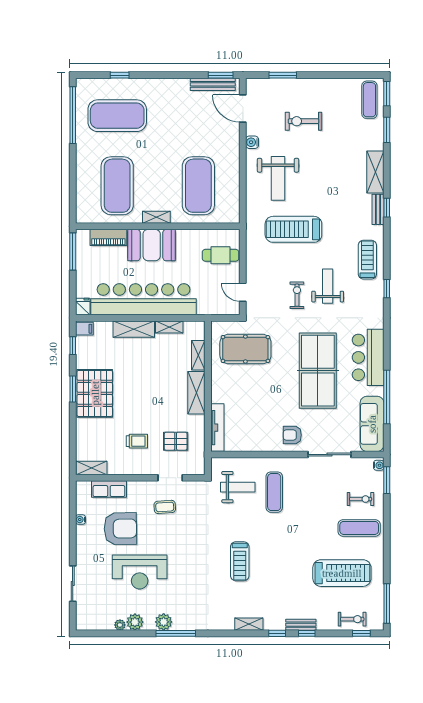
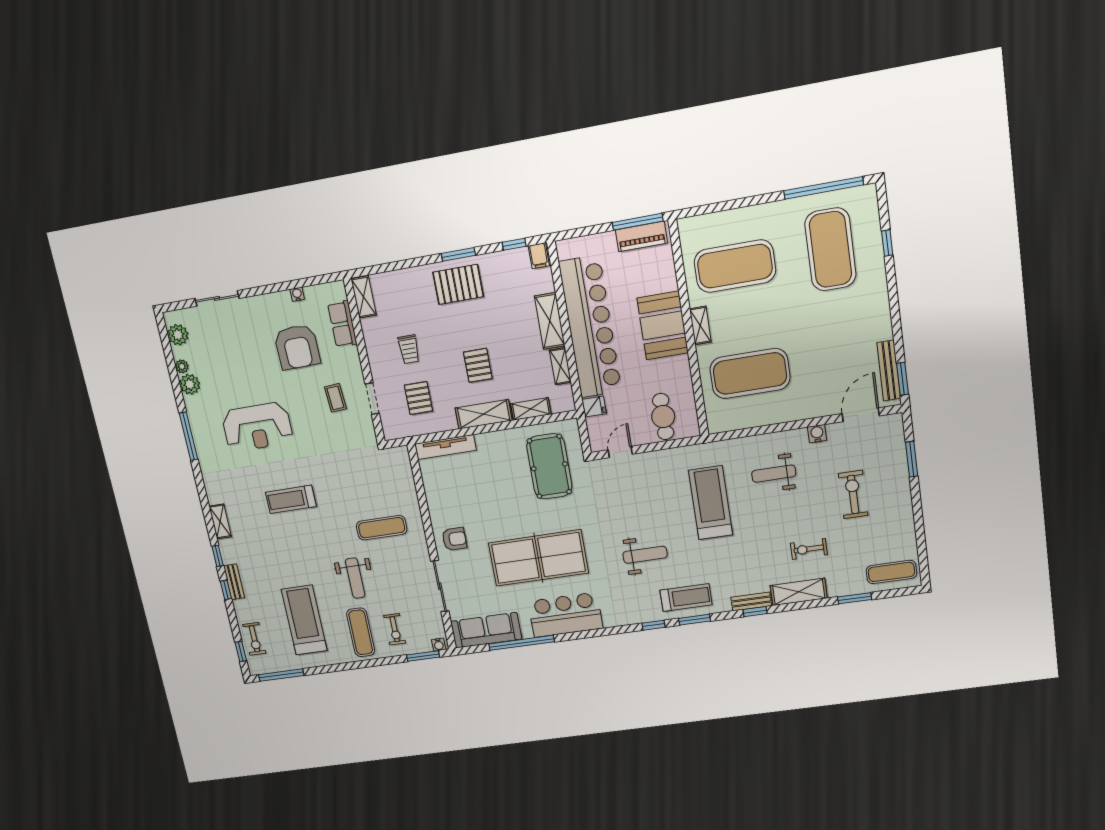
window: (387, 94) -> (695, 620), moved
weight bench: (278, 178) -> (774, 474), width x0.73, depth x0.75
piano: (108, 237) -> (641, 236), moved, turned -90
exercise bike: (297, 295) -> (809, 549), moved, turned 180
fridge: (83, 307) -> (594, 407), moved
pallet: (158, 390) -> (478, 365), added
pallet: (95, 393) -> (458, 284), width x0.73, depth x0.71
armchair: (292, 435) -> (454, 539), turned 90
weight bench: (238, 487) -> (355, 578), moved
reception desk: (140, 572) -> (257, 427), moved, turned -90
treadmill: (342, 573) -> (304, 620), turned 180
plant: (164, 622) -> (178, 335), moved

